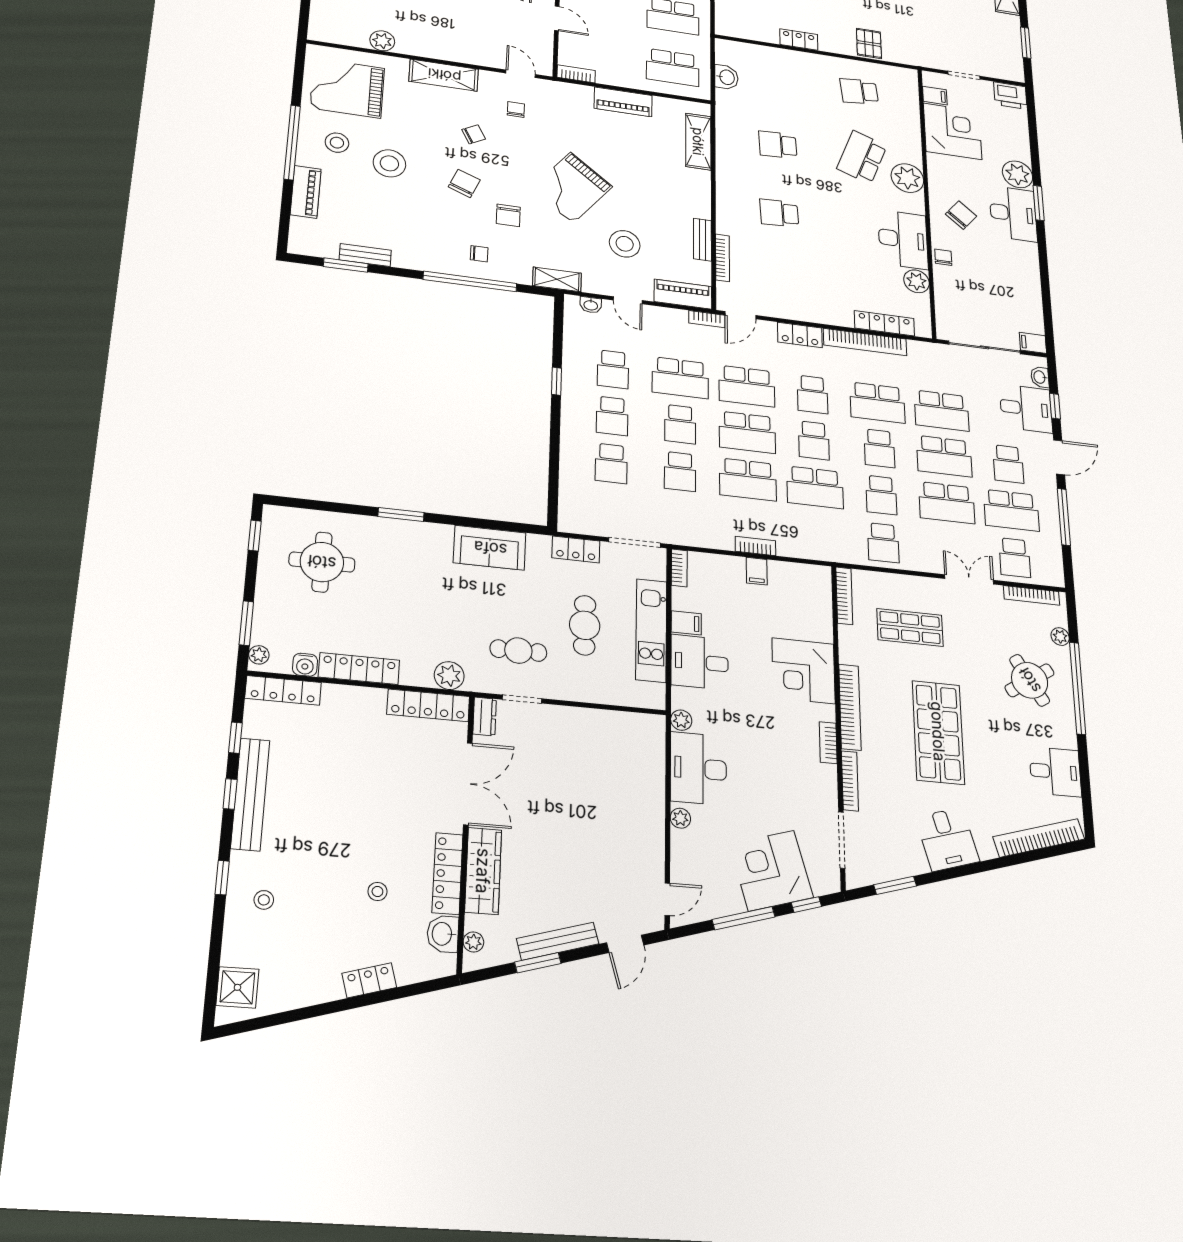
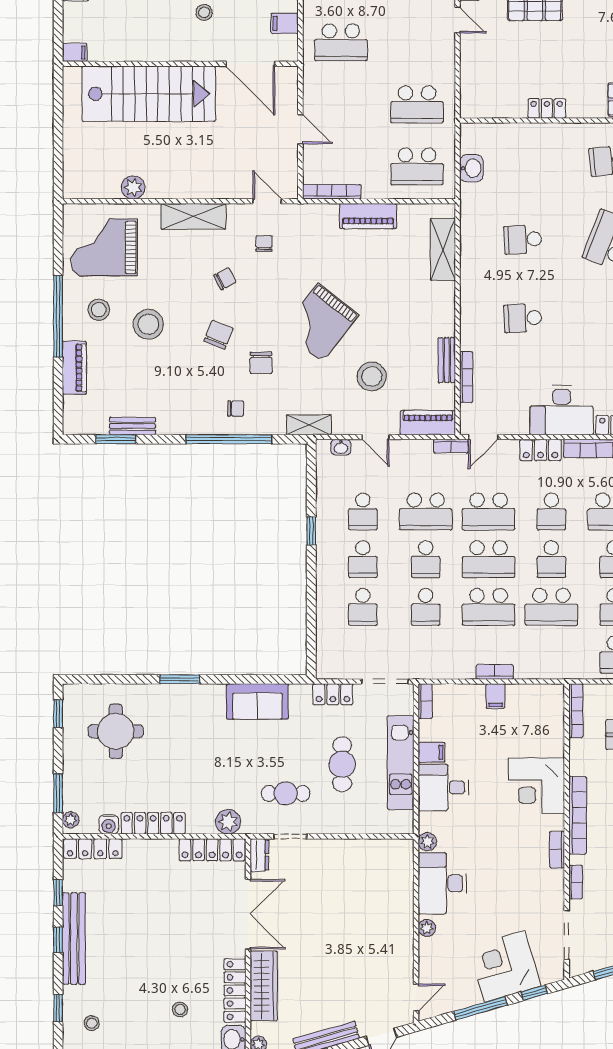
bookcase: (576, 74) -> (332, 192), width x1.56
desk: (820, 301) -> (562, 410), added
bookcase: (850, 781) -> (576, 882), width x0.64

